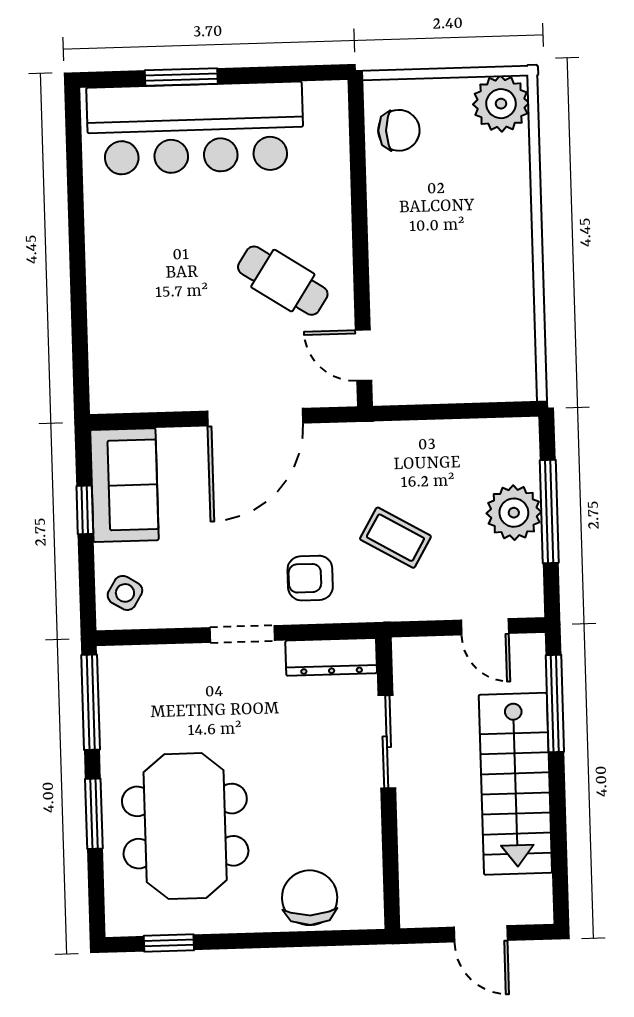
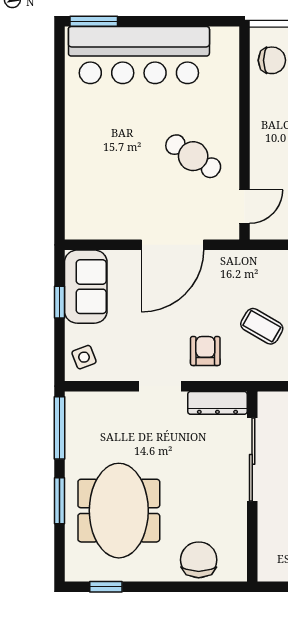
window: (181, 77) -> (94, 21), moved
door: (364, 355) -> (244, 207), swing flipped
armchair: (310, 578) -> (205, 351), turned 90
side table: (125, 593) -> (84, 357), turned 38
sliding door: (387, 742) -> (252, 459), width x1.37

